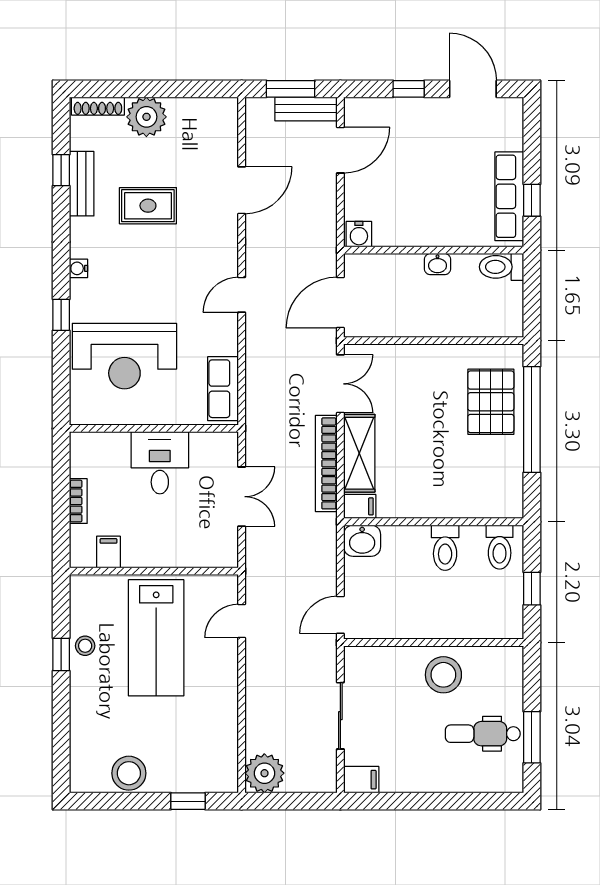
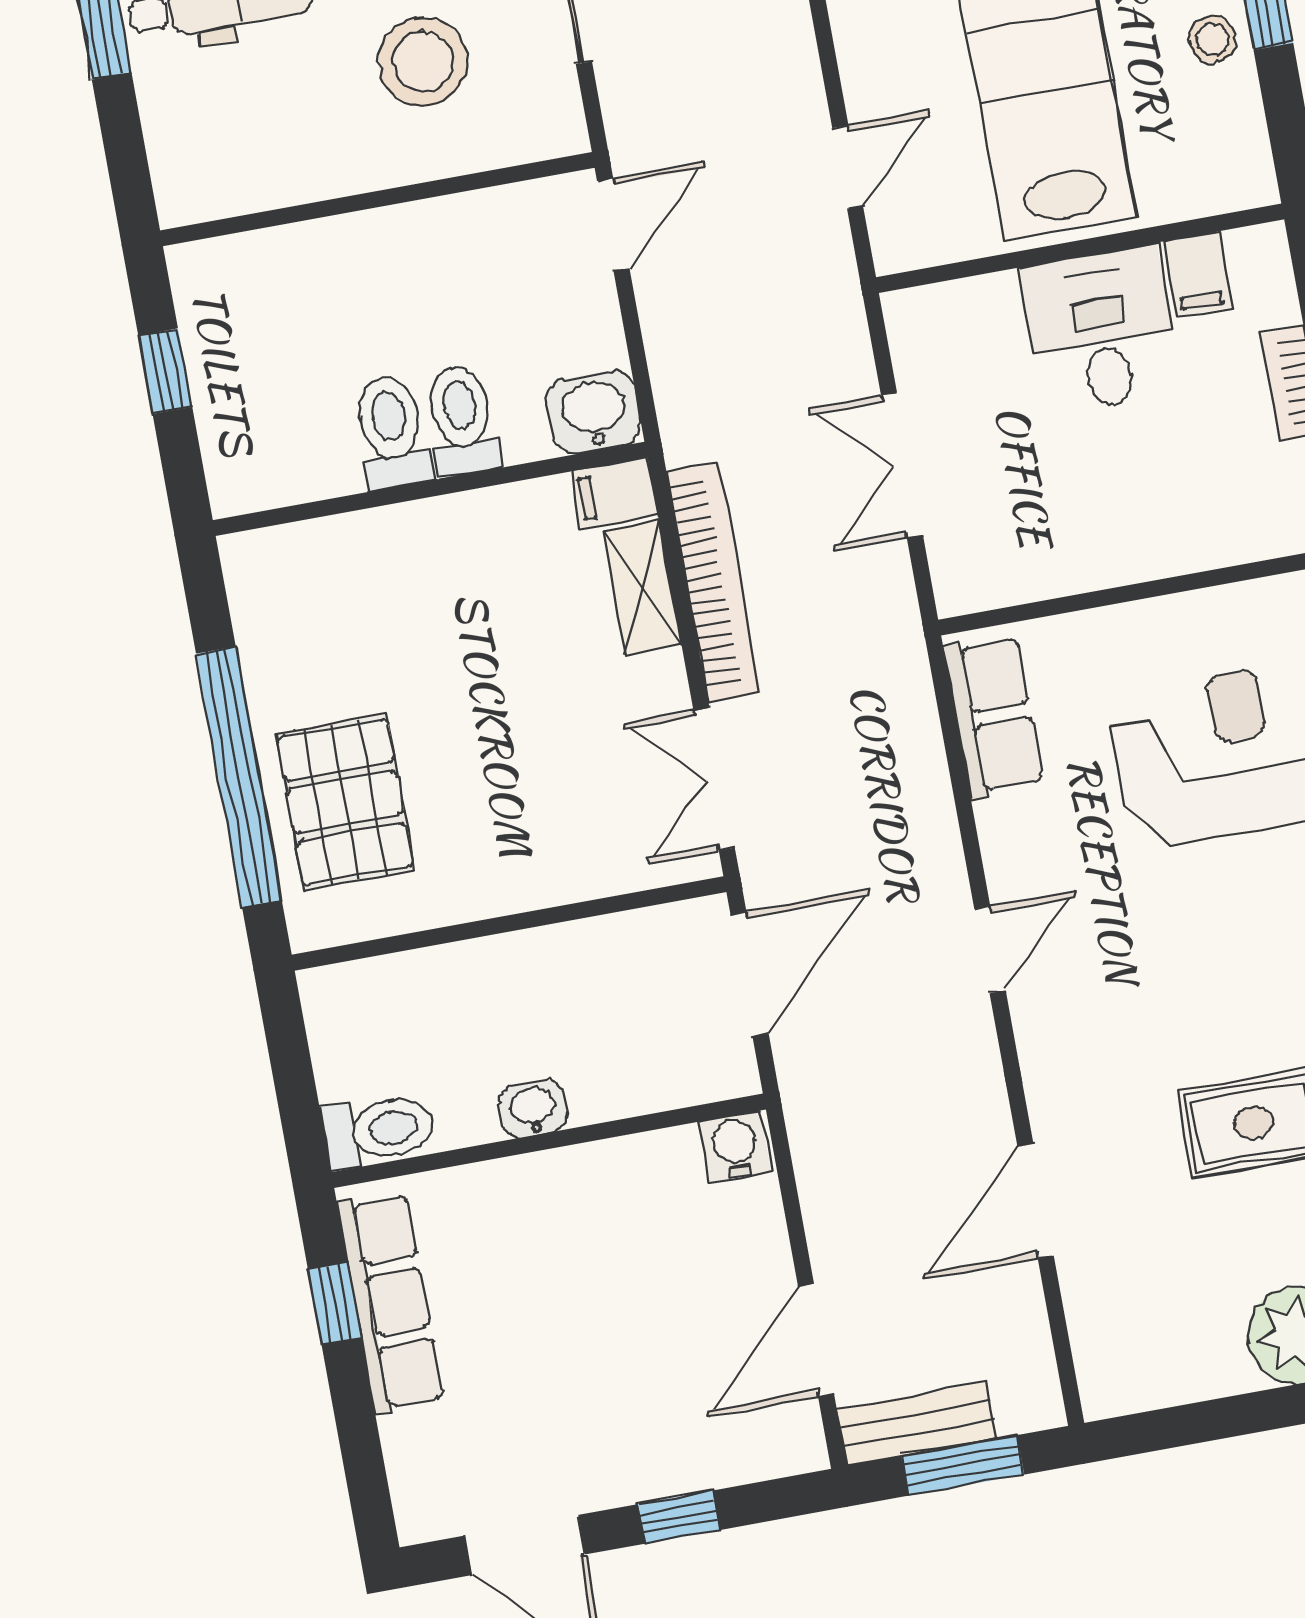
shelving: (359, 453) -> (642, 588), width x0.67, depth x0.75
desk: (160, 463) -> (1101, 330), moved, turned 180
toilet: (500, 547) -> (462, 420), moved
stool: (443, 675) -> (423, 62), moved

